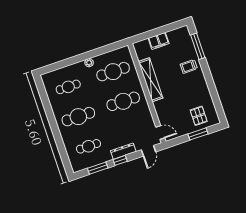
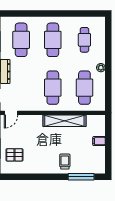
filing cabinet: (159, 41) -> (99, 141), width x0.50
cafe table: (88, 146) -> (21, 40), width x1.37, depth x1.35

